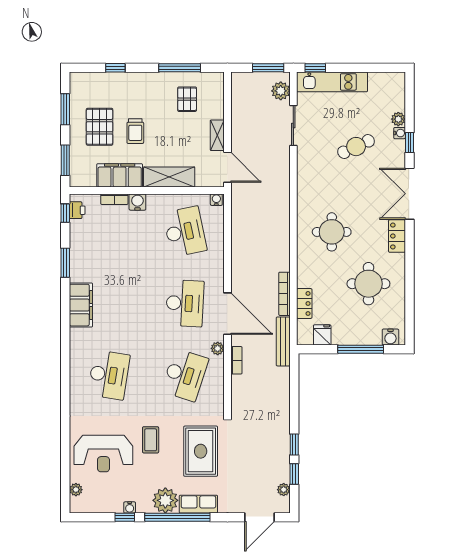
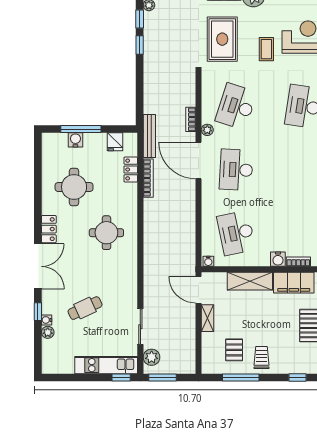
trolley: (135, 131) -> (262, 358), moved
water cooler: (390, 337) -> (75, 140), moved

